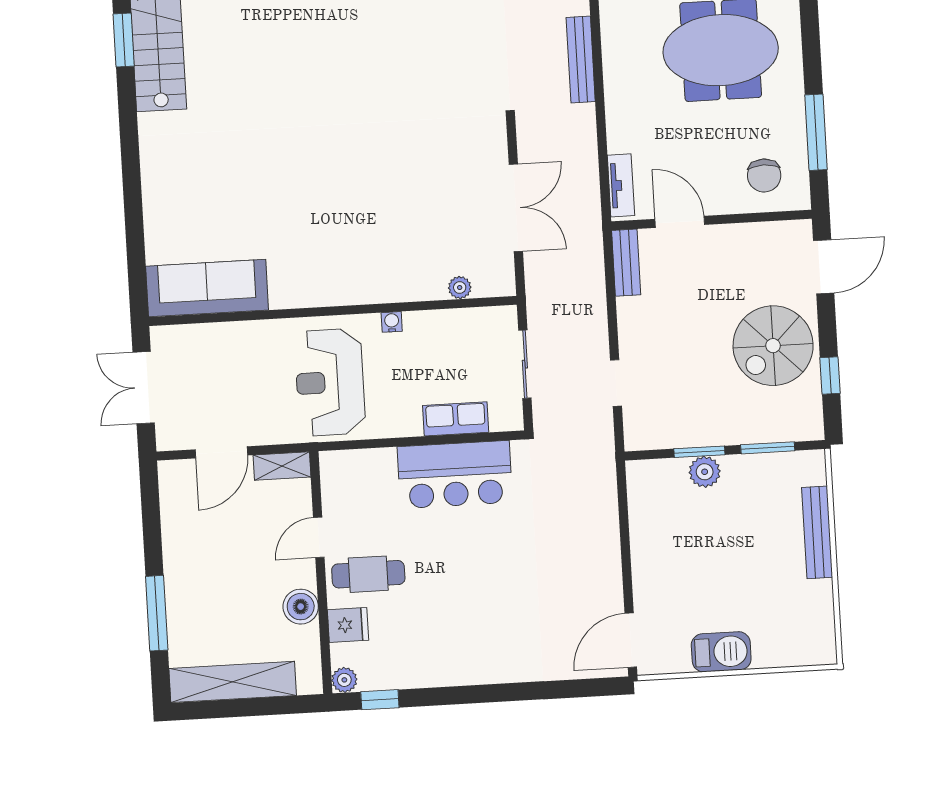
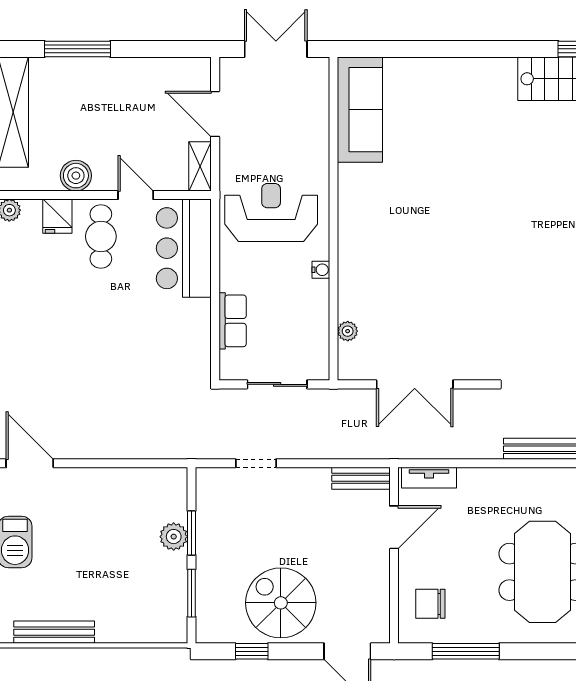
bar counter: (455, 475) -> (184, 248), moved
bench: (817, 532) -> (54, 632), moved

